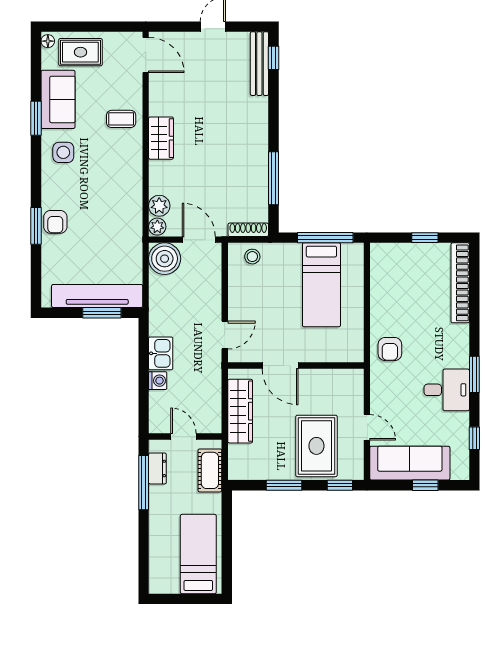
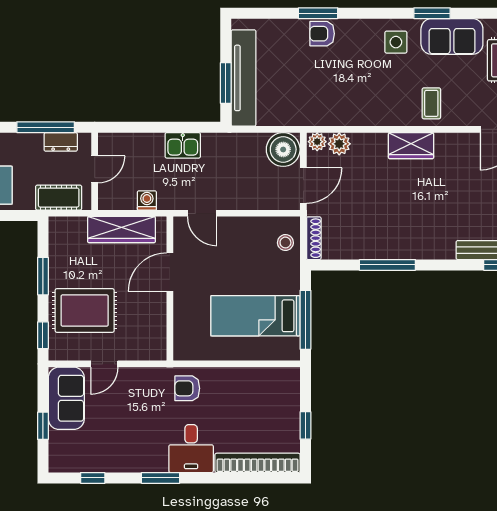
window: (273, 178) -> (387, 265), moved
washing machine: (158, 381) -> (147, 200), moved, turned 180
desk: (447, 390) -> (191, 449), moved
sofa: (410, 463) -> (66, 398), width x0.73

